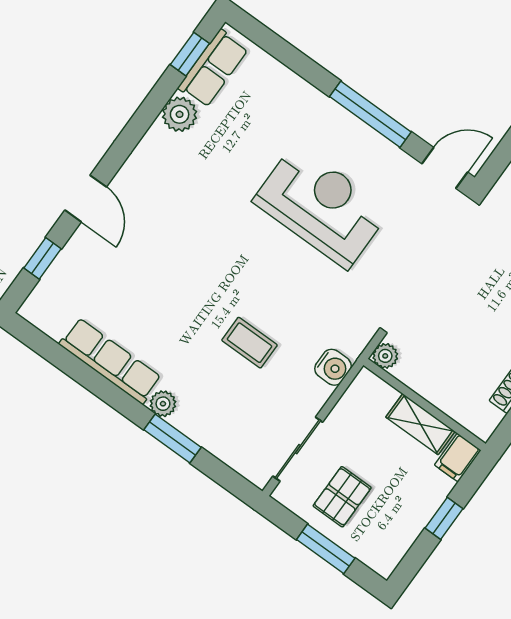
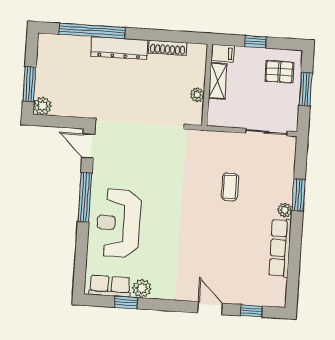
window: (190, 54) -> (126, 303), moved
door: (86, 199) -> (210, 308), hinge flipped
reception desk: (321, 206) -> (118, 223), moved
plant: (385, 356) -> (197, 95), moved
water cooler: (333, 367) -> (217, 140), removed
pallet: (342, 497) -> (279, 72), moved

